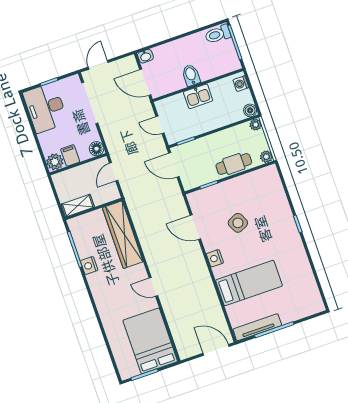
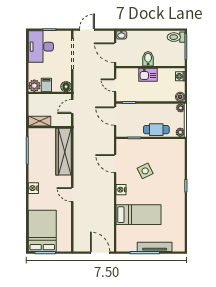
nightstand: (89, 266) -> (33, 188), moved
tv unit: (257, 327) -> (155, 247), moved
bed: (150, 341) -> (42, 231), moved

